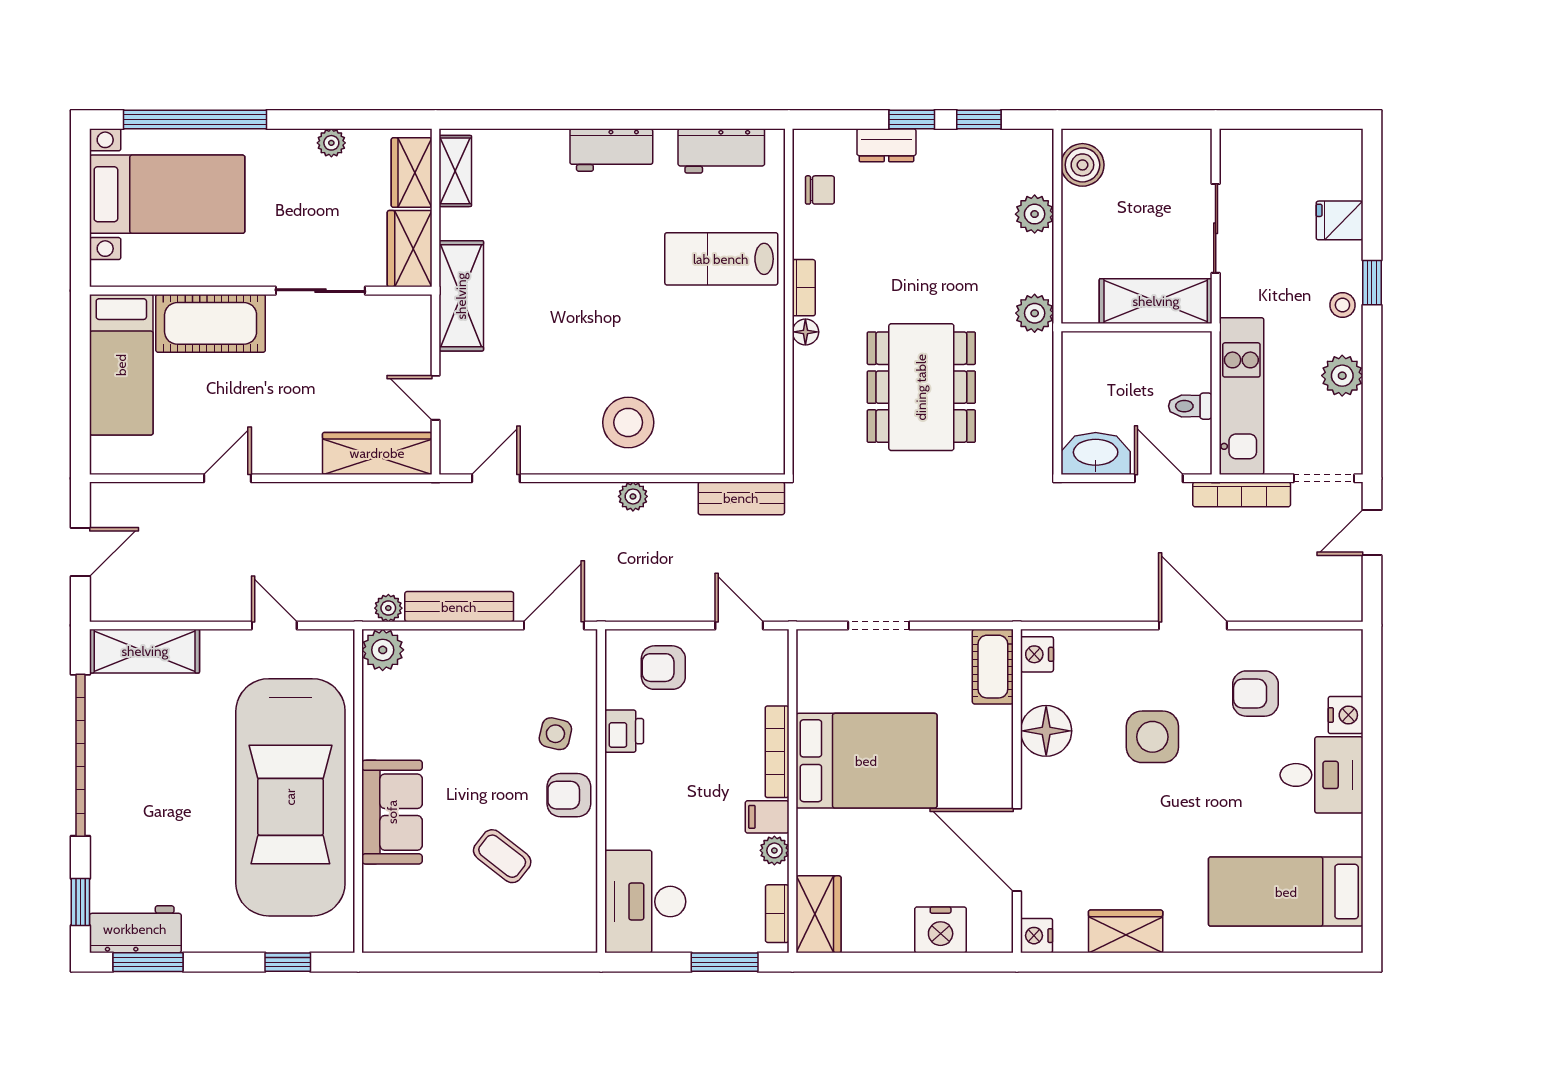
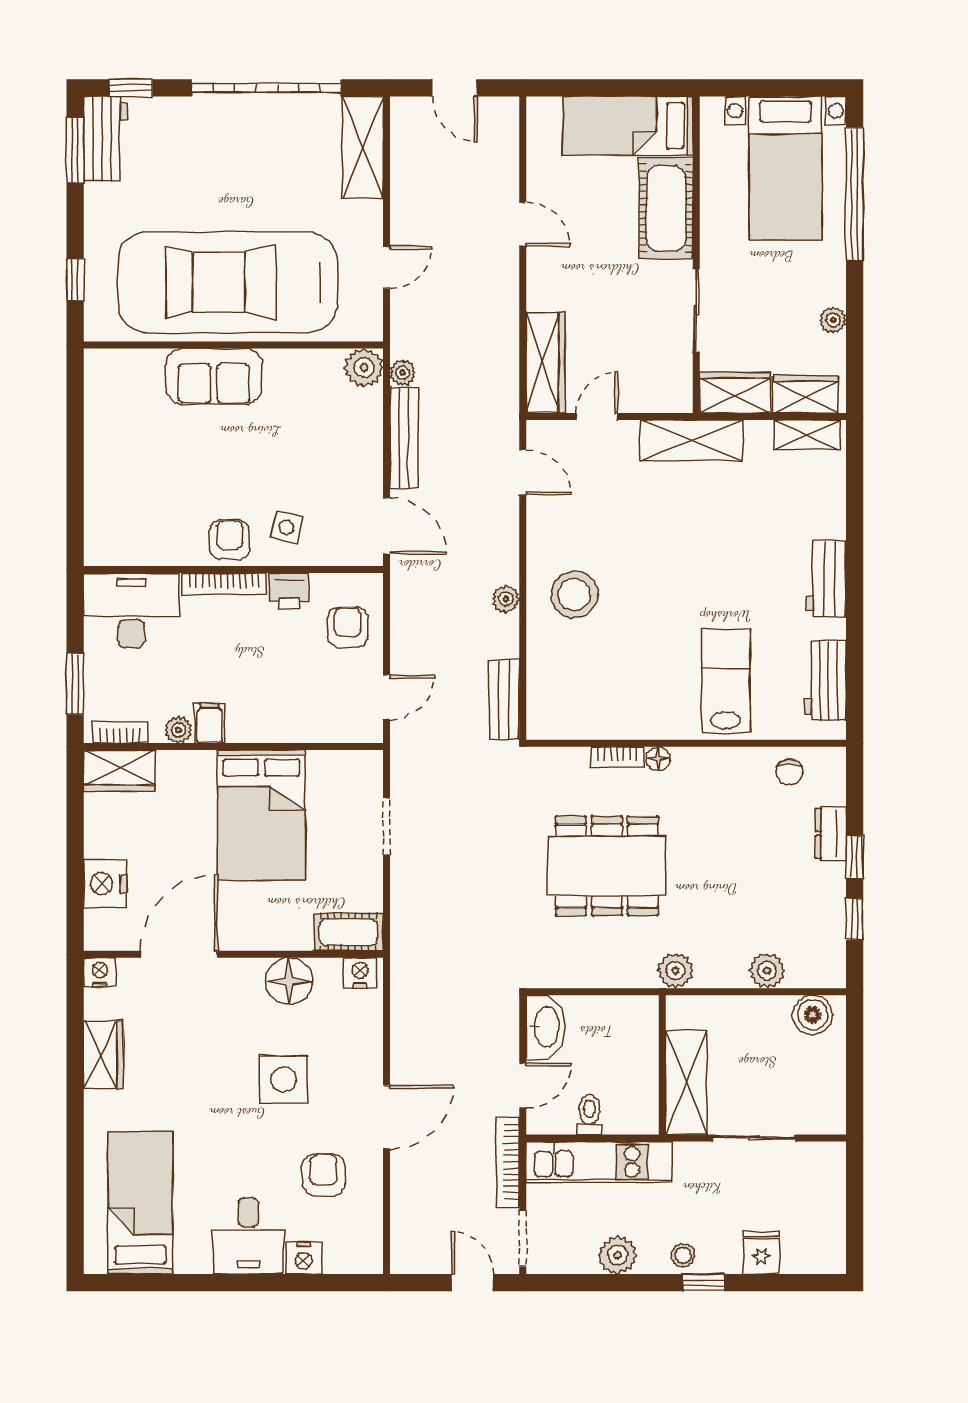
bookcase: (804, 288) -> (617, 757), moved
bookcase: (777, 752) -> (224, 584), moved, turned 180
coffee table: (502, 856) -> (173, 478), removed

